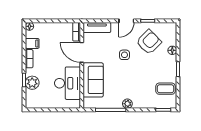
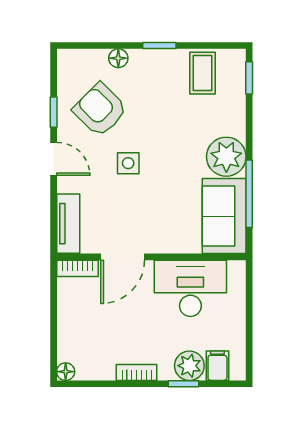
filing cabinet: (32, 43) -> (217, 366), moved
sofa: (93, 80) -> (224, 216), moved, turned -90
plant: (127, 104) -> (226, 157), width x1.88, depth x1.88

